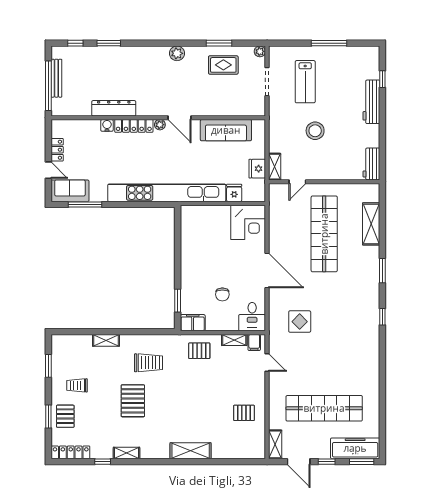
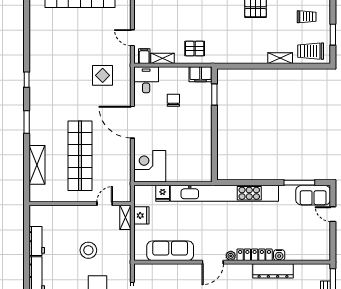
door: (179, 118) -> (213, 262), swing flipped
locker: (57, 150) -> (325, 233), removed
workbench: (371, 164) -> (37, 241), moved
trolley: (148, 363) -> (311, 51), moved

